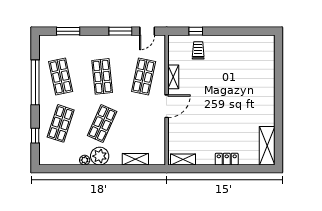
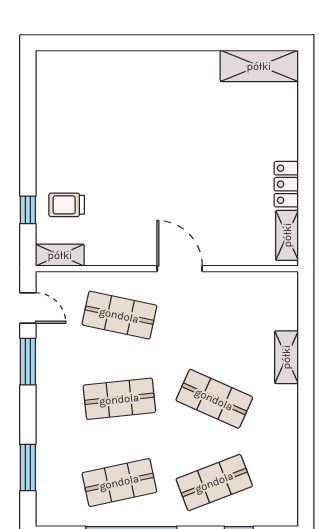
shelving: (173, 77) -> (60, 255), moved
shop shelf: (61, 123) -> (214, 482), turned -39
plant: (100, 156) -> (280, 404), removed
shelving: (135, 159) -> (286, 357), moved
locker: (227, 159) -> (286, 184), moved
plant: (85, 160) -> (288, 434), removed

